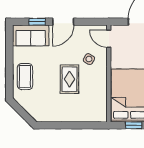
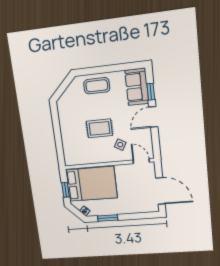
door: (63, 22) -> (153, 117), hinge flipped
door: (109, 39) -> (141, 161), hinge flipped

